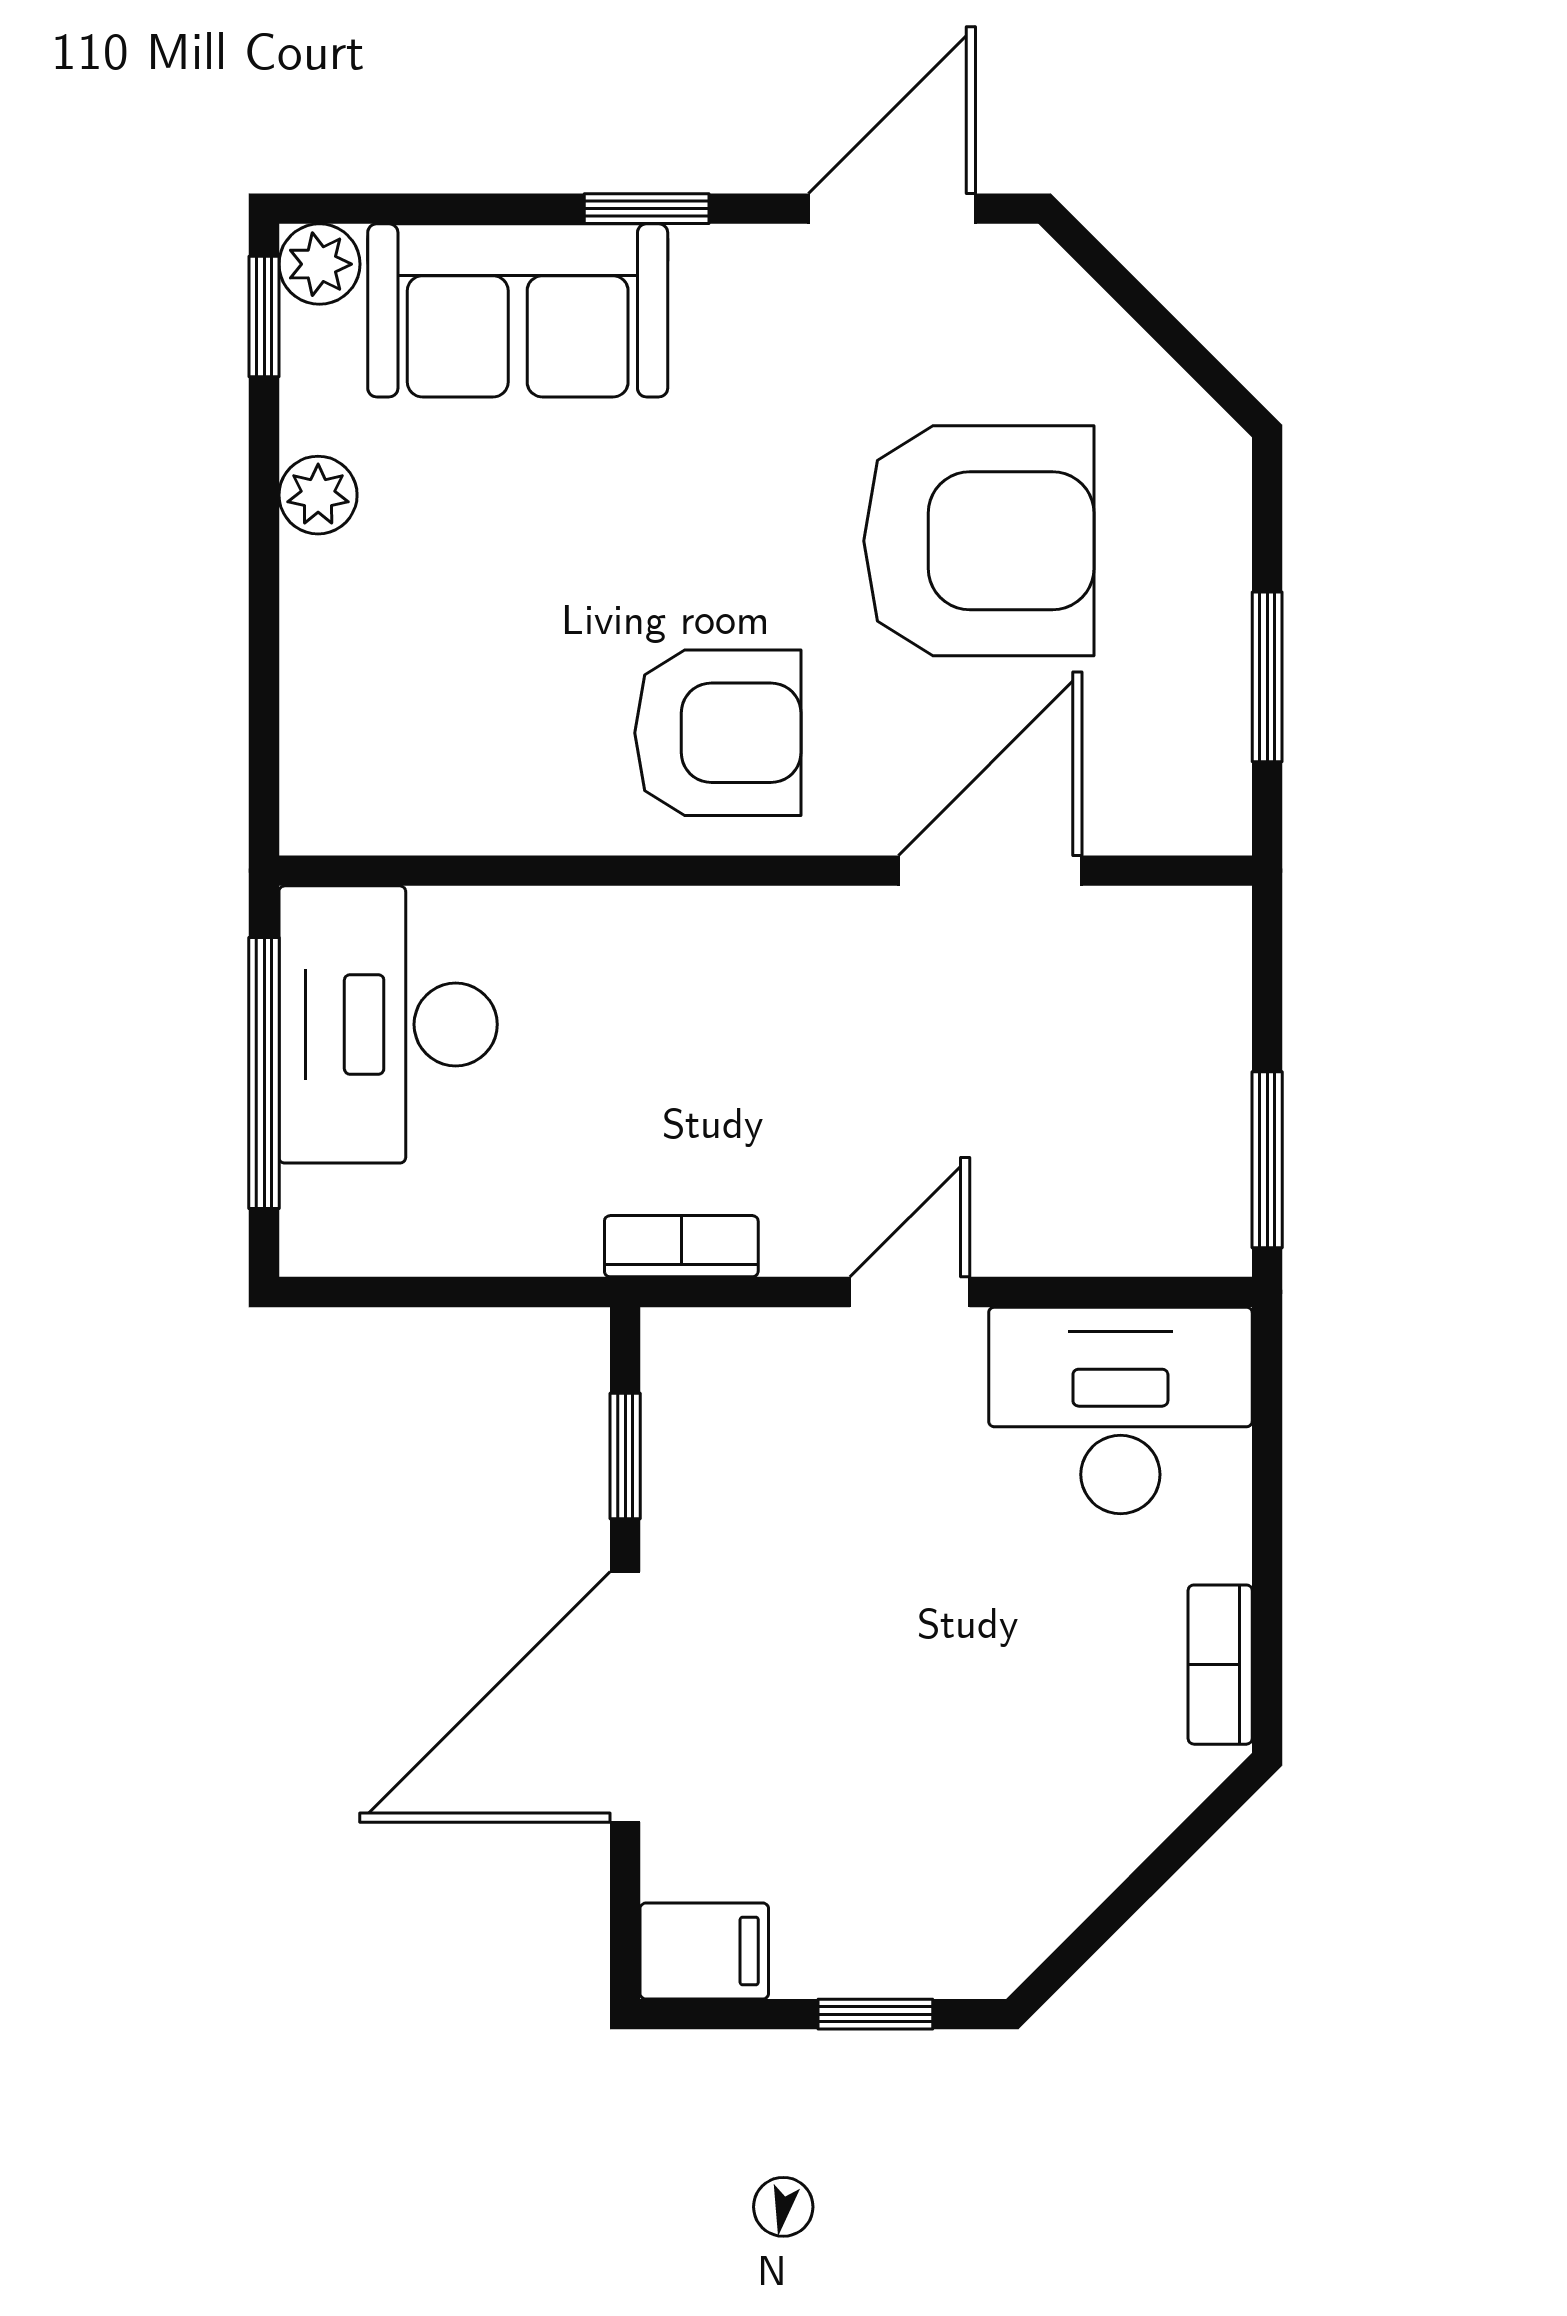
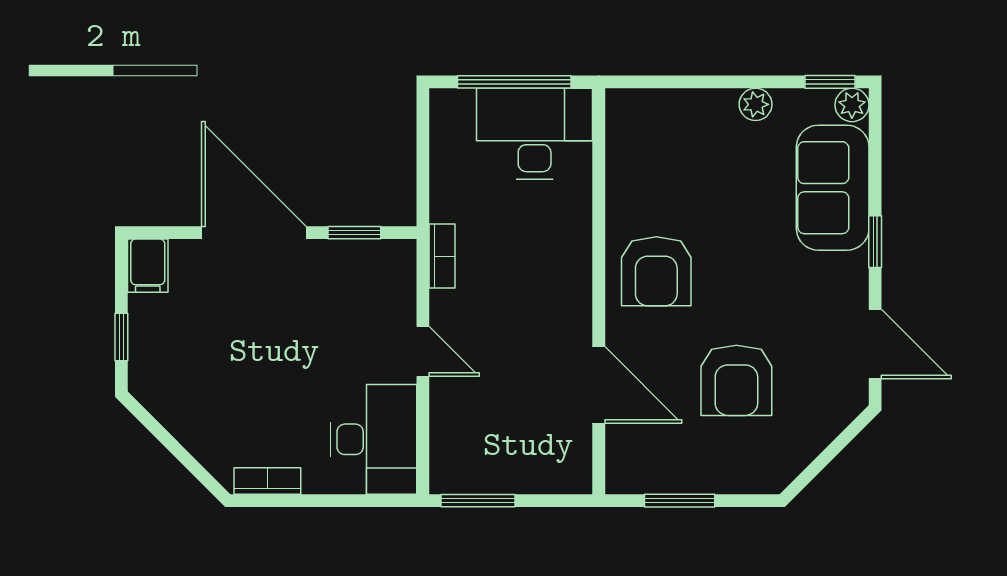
armchair: (979, 541) -> (736, 380), width x0.73, depth x0.73

